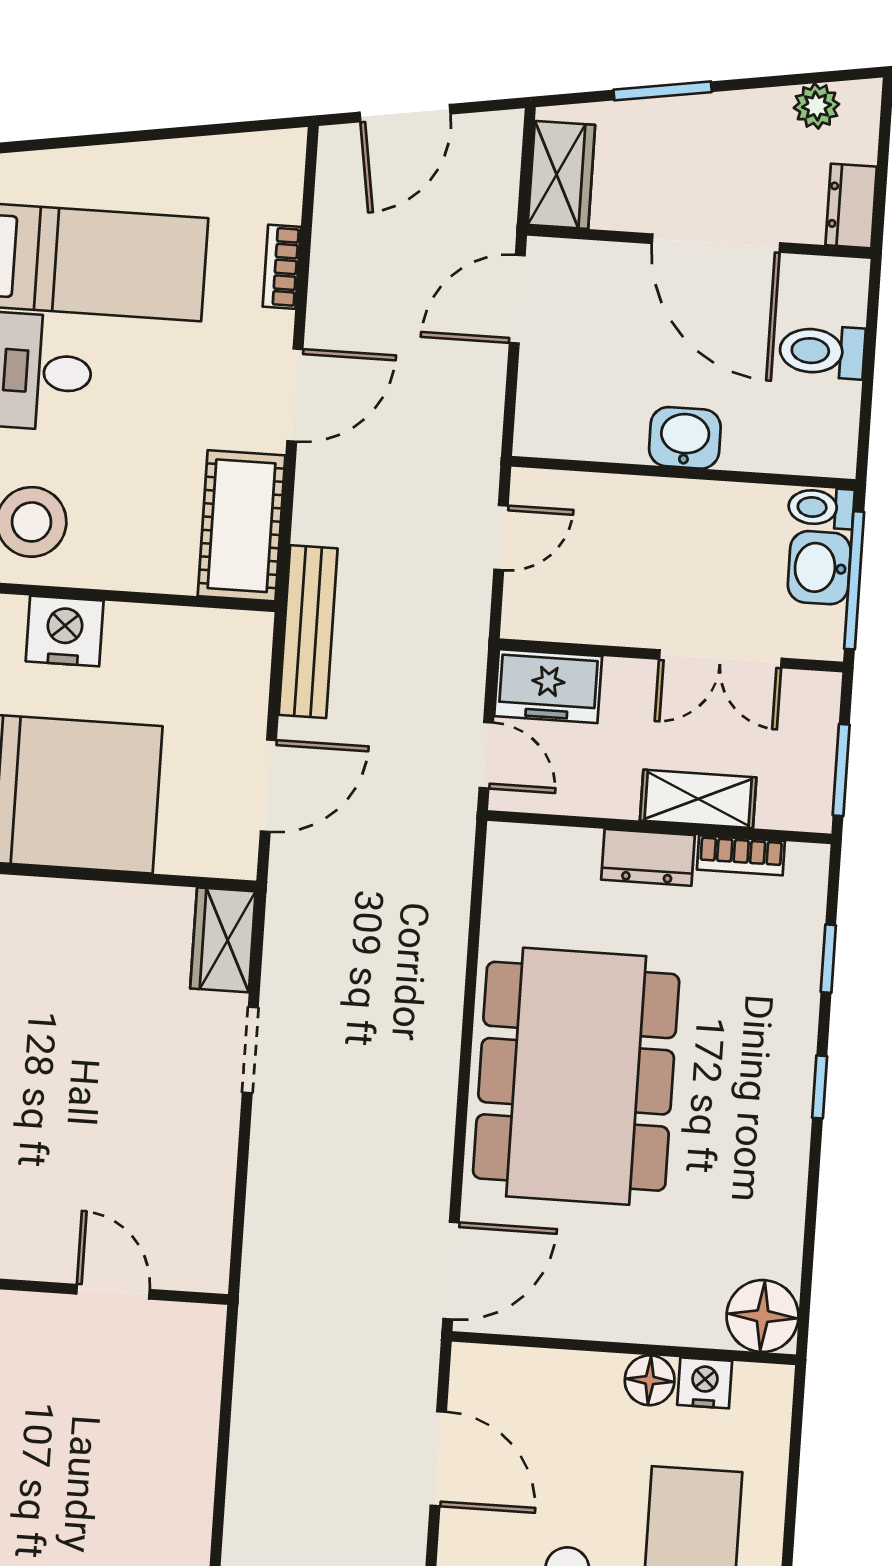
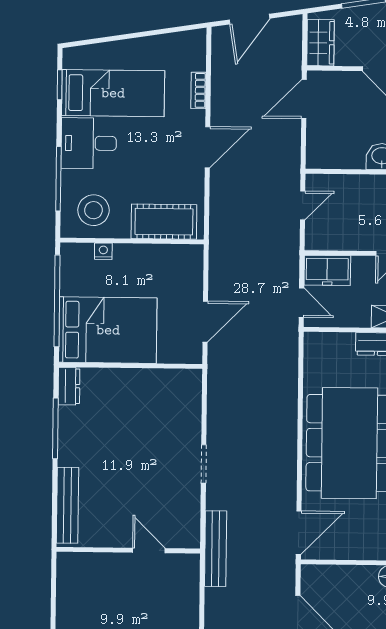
cot: (242, 526) -> (164, 222), moved, turned 90
nightstand: (65, 631) -> (103, 251), width x0.53, depth x0.56
bench: (308, 632) -> (216, 549), moved
wardrobe: (223, 940) -> (189, 391), removed
doorway: (250, 1050) -> (204, 464), moved

